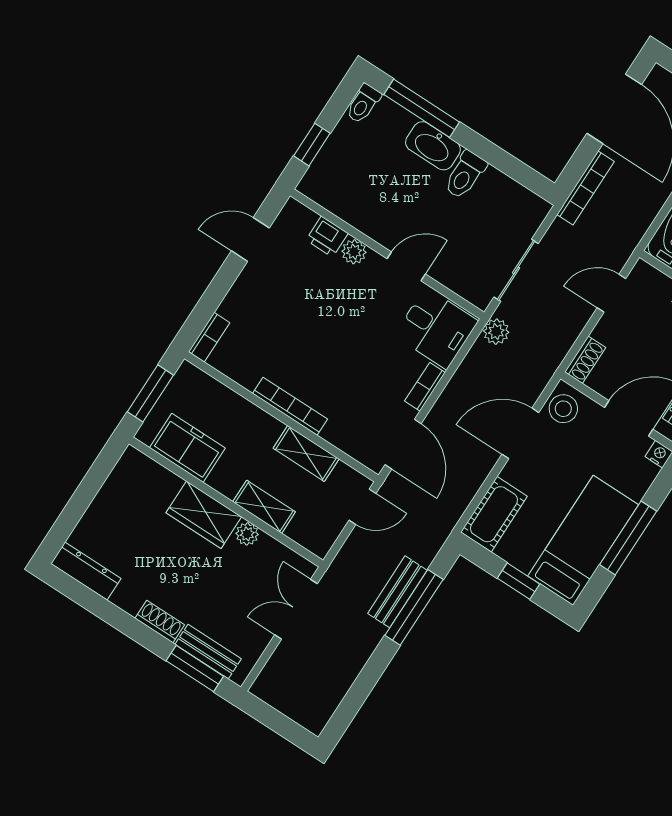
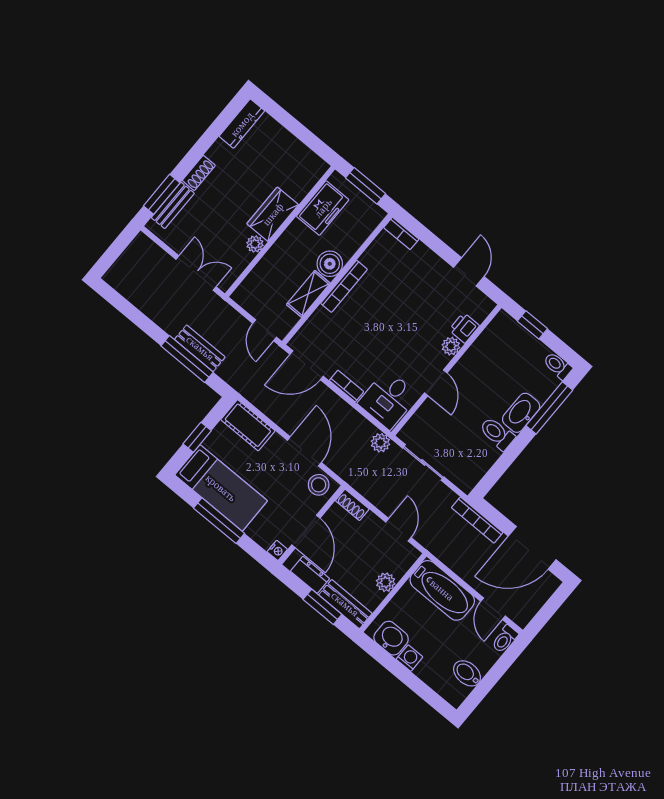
boiler: (262, 429) -> (330, 264), added
shelving: (264, 507) -> (273, 259), removed

